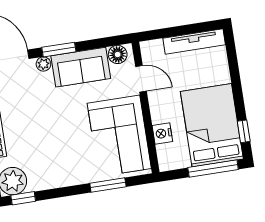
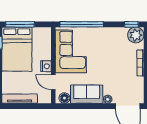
window: (59, 50) -> (98, 106), removed
nightstand: (162, 133) -> (46, 66), moved
window: (108, 185) -> (82, 24), width x2.11

